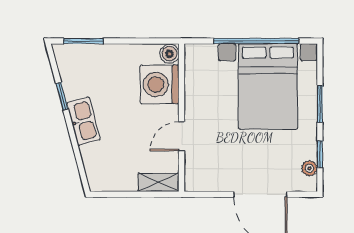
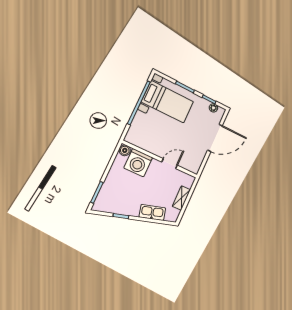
bed with nightstands: (268, 86) -> (168, 102), width x0.73
kitchen sink: (83, 121) -> (152, 212), moved
door: (182, 136) -> (170, 164), swing flipped
shelving: (158, 182) -> (181, 198), moved

